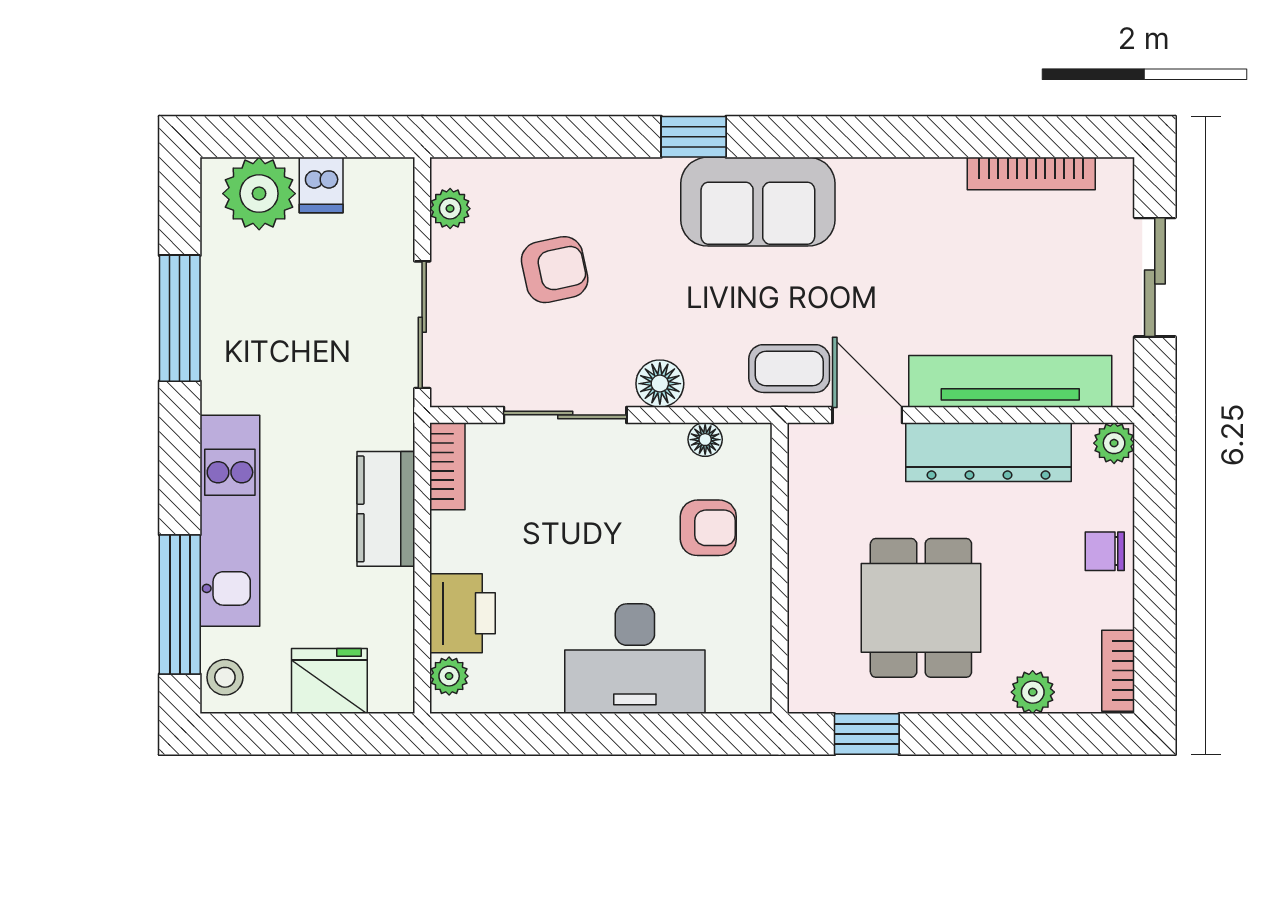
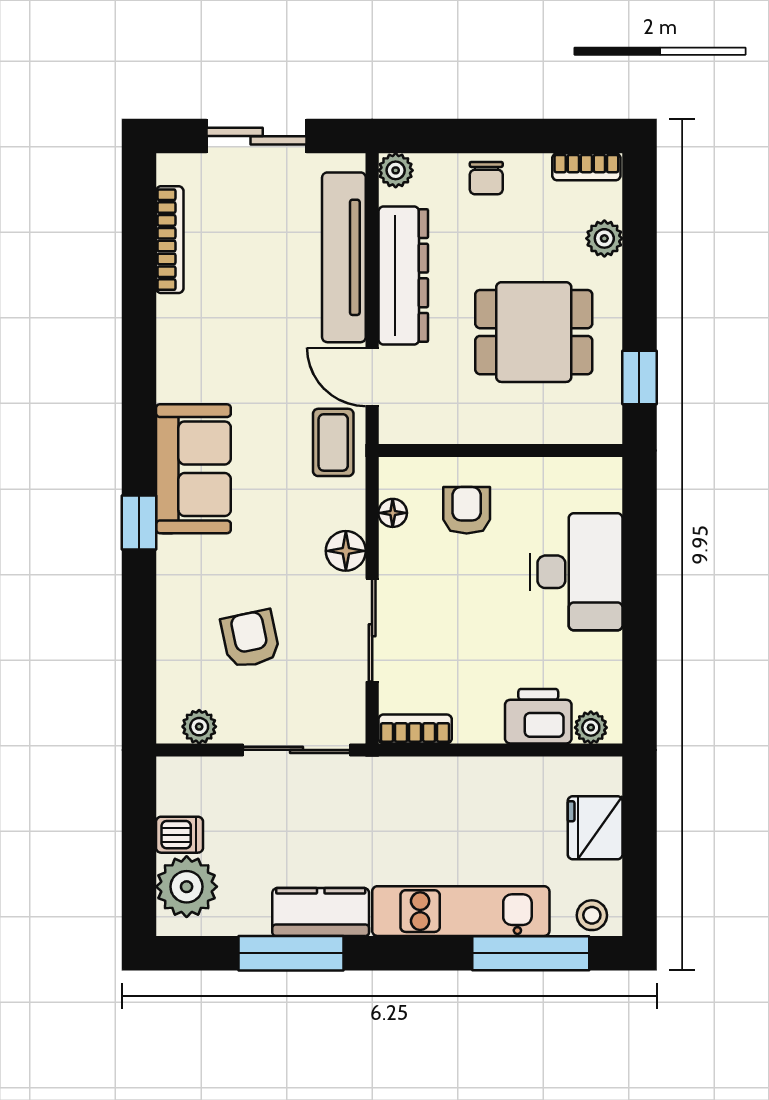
door: (867, 415) -> (372, 377), hinge flipped
kitchen counter: (386, 509) -> (321, 912), moved, turned 180

